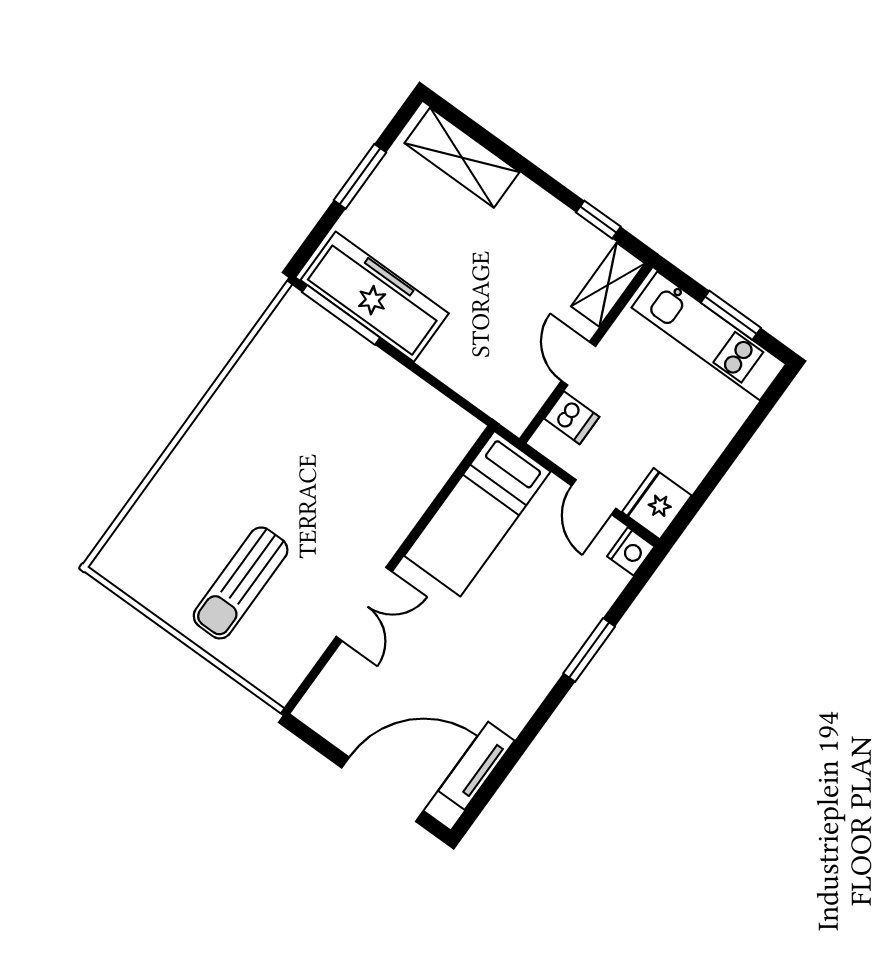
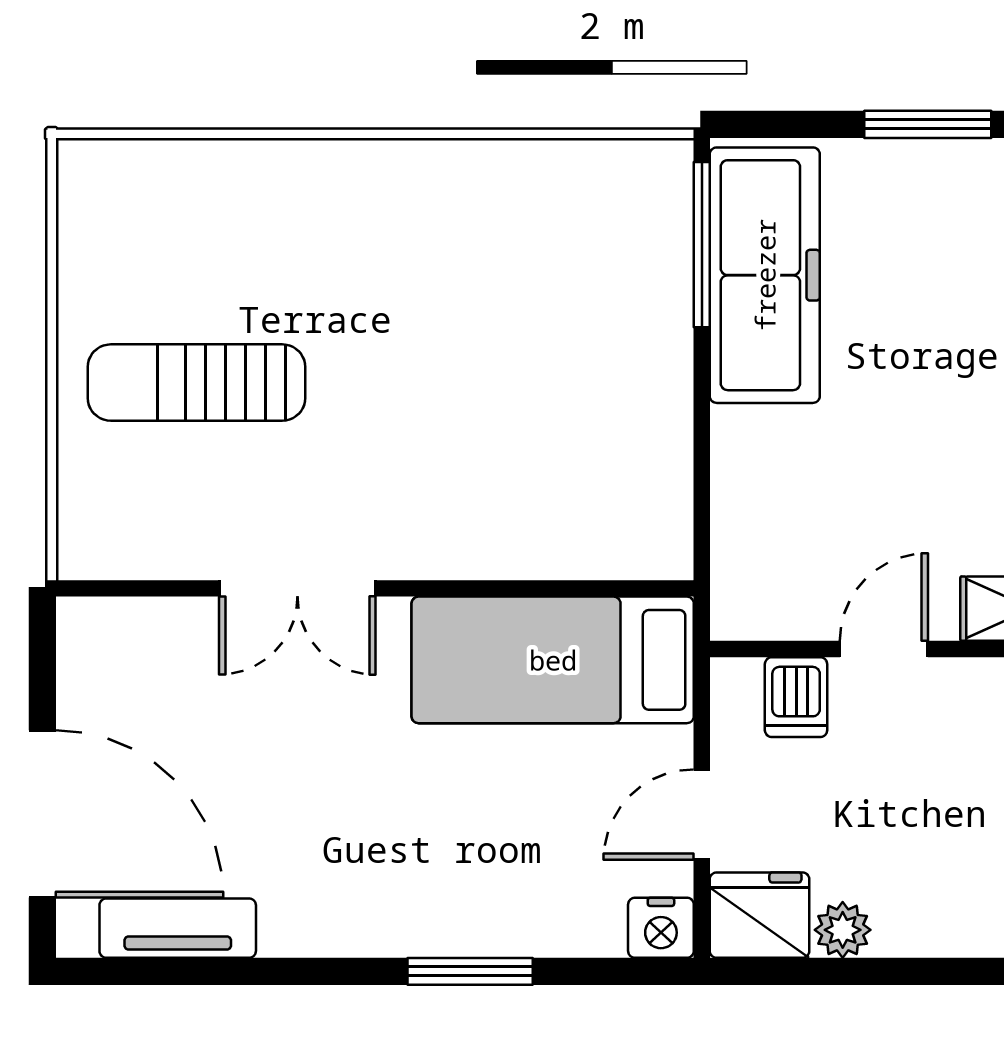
plant: (690, 472) -> (843, 930), added

